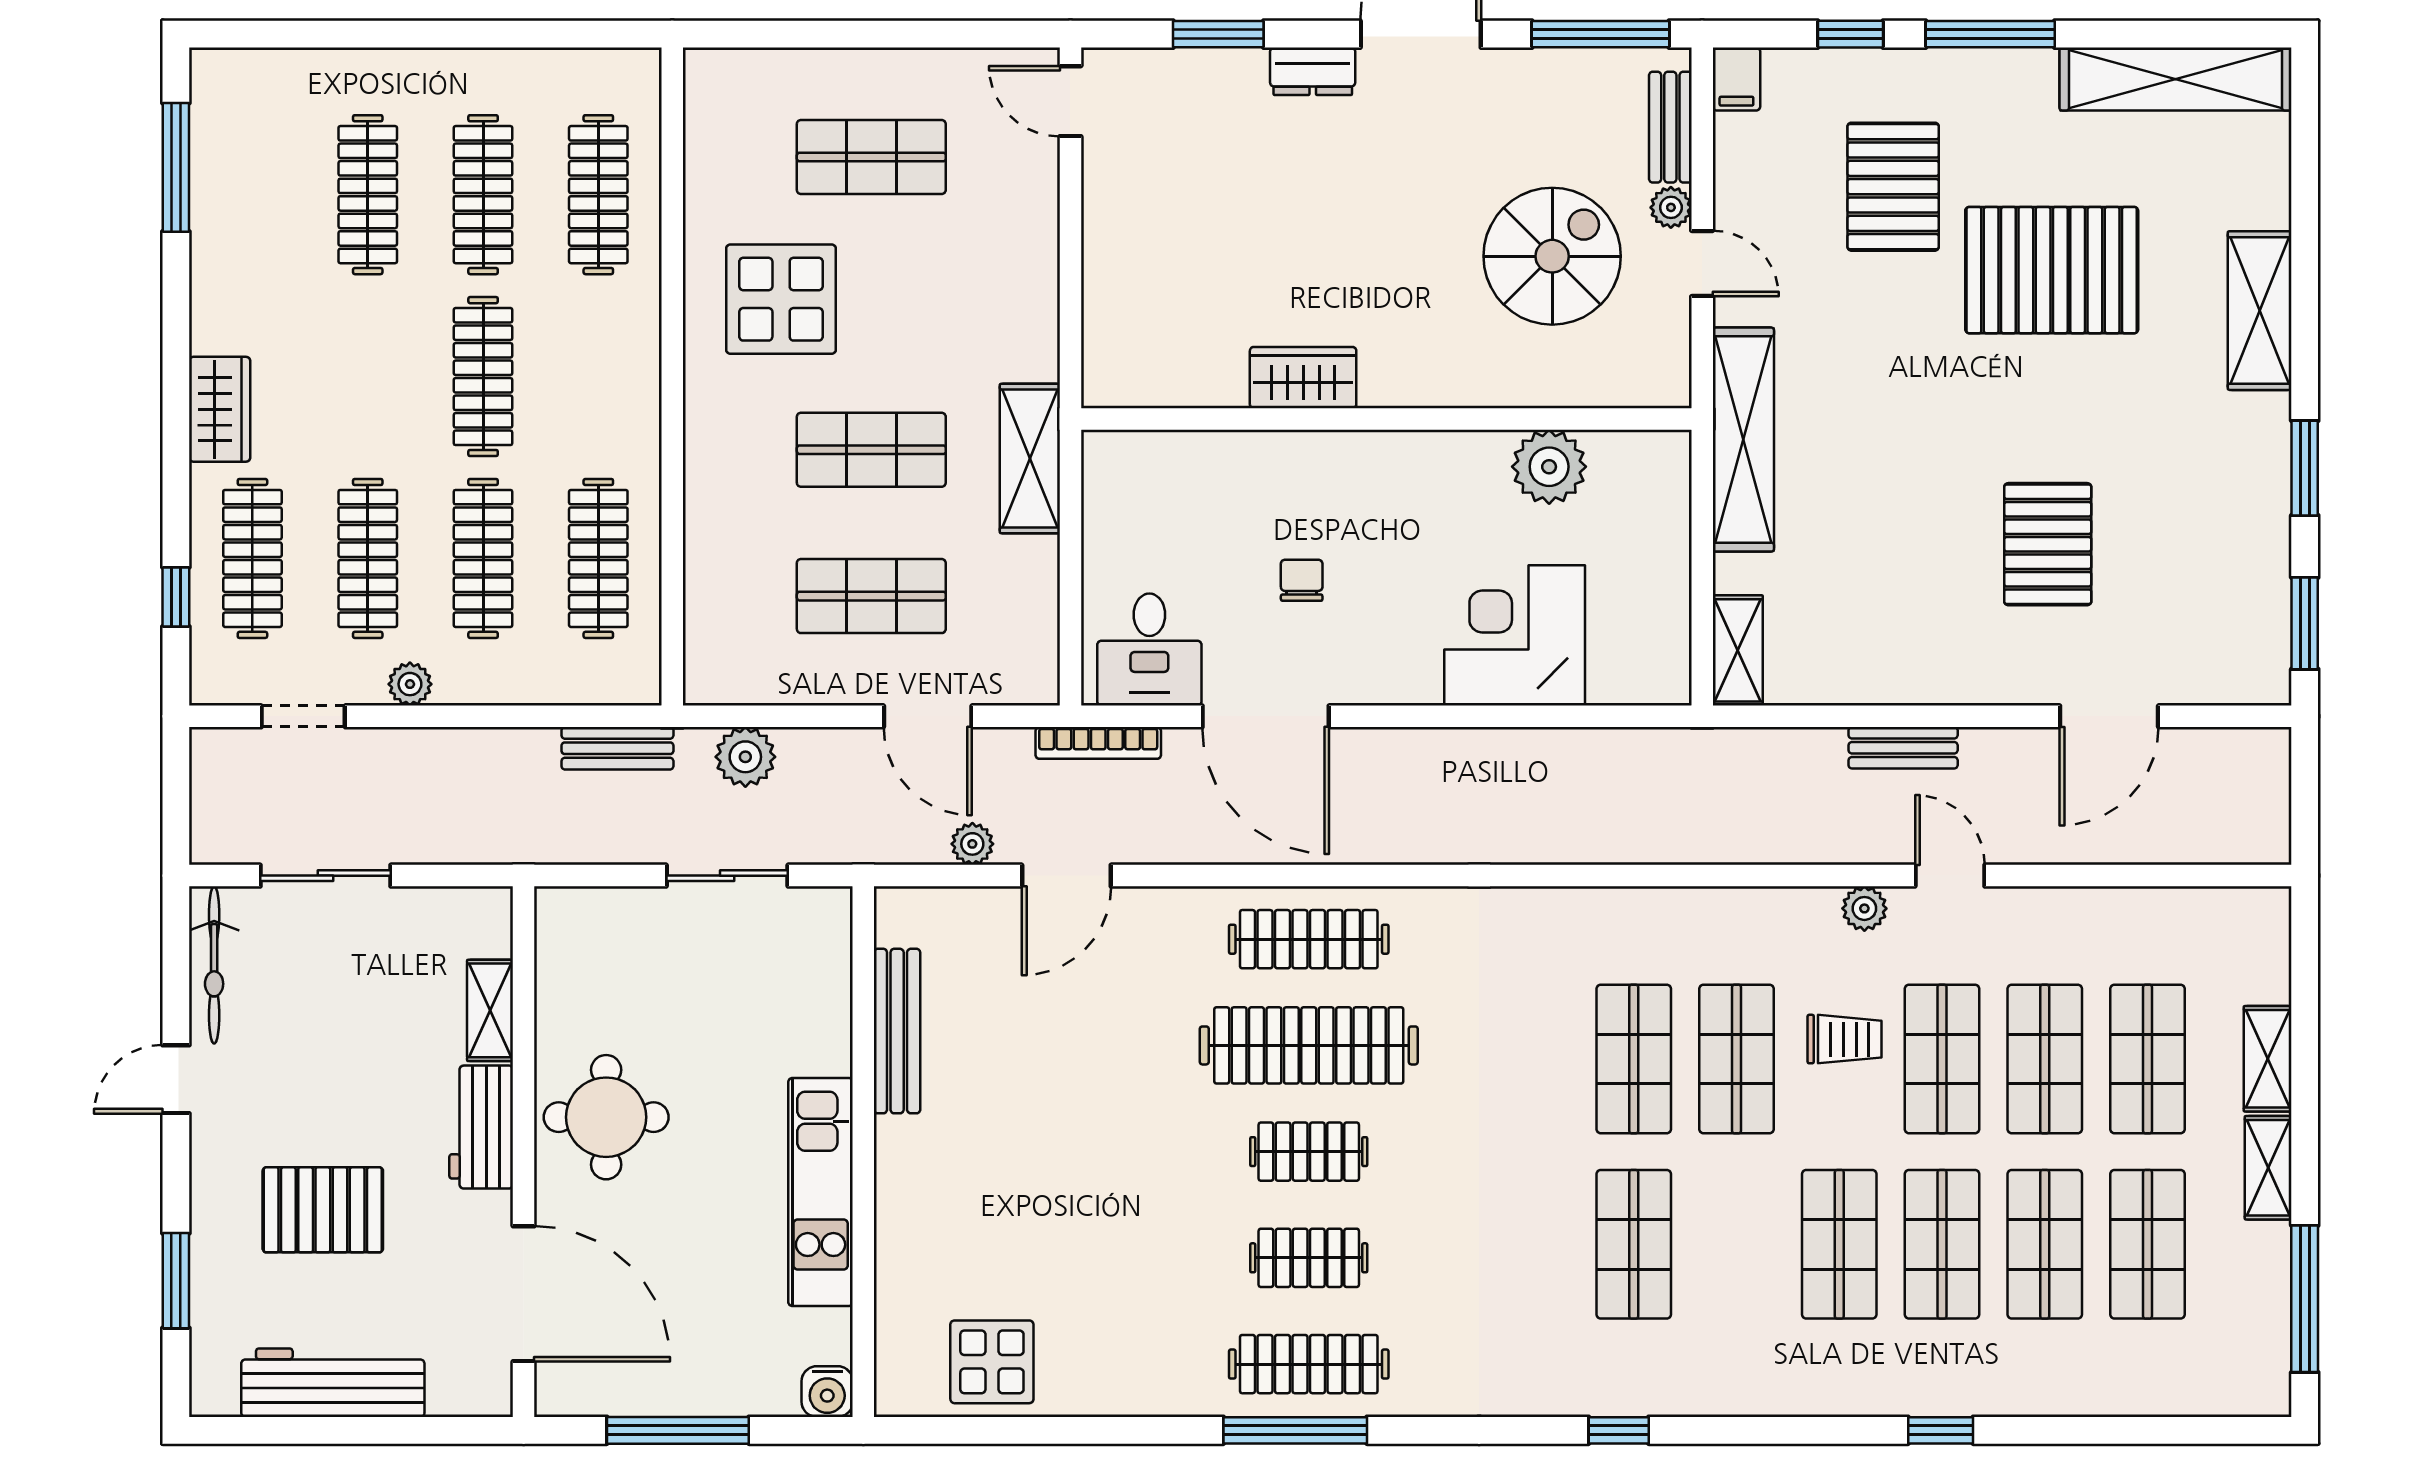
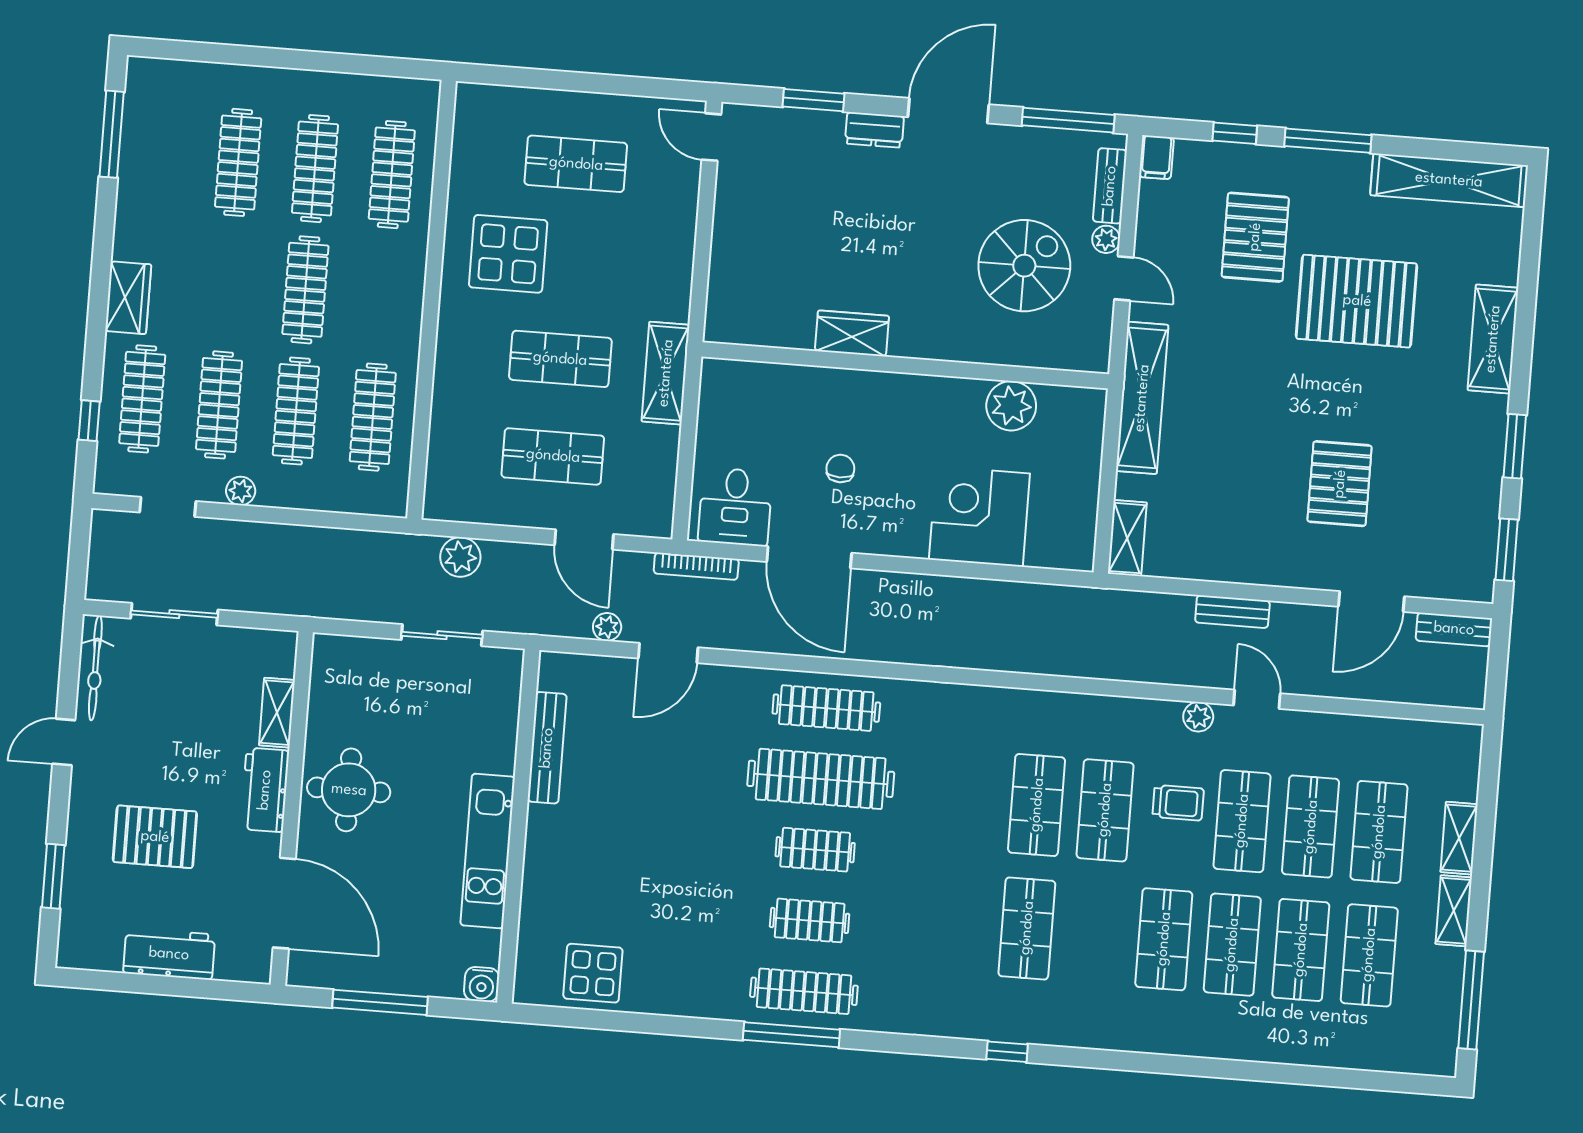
bench: (617, 748) -> (1454, 629), moved
workbench: (333, 1383) -> (169, 954), width x0.73
window: (1941, 1430) -> (1222, 1069), removed

